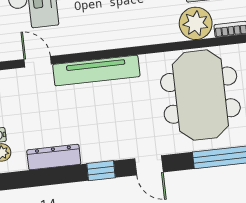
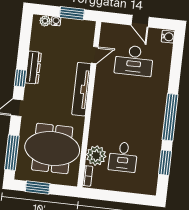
dresser: (54, 157) -> (33, 68), moved

